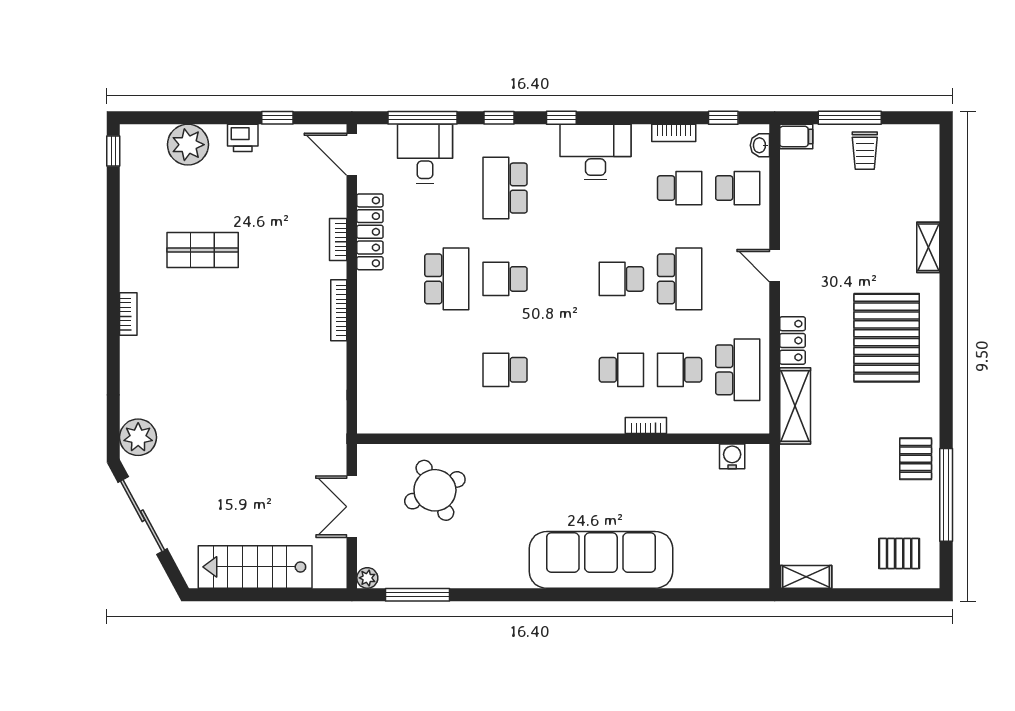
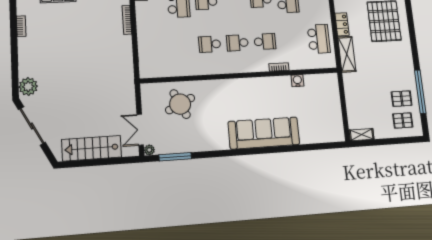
school desk: (680, 370) -> (237, 43), moved
water cooler: (732, 456) -> (297, 81), moved
pallet: (916, 459) -> (402, 99), moved, turned 90
double door: (352, 507) -> (140, 130), moved

